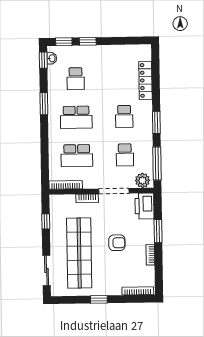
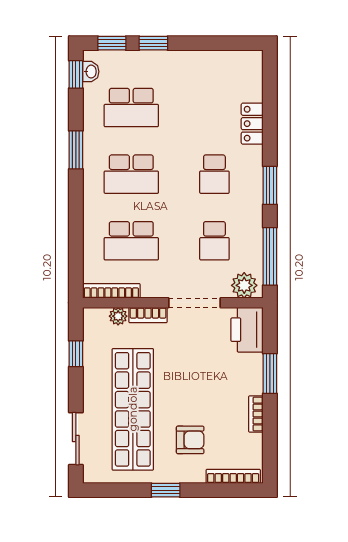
school desk: (76, 79) -> (131, 108), width x1.85
locker: (145, 80) -> (252, 124), width x0.66
plant: (70, 199) -> (118, 316), added
armchair: (117, 243) -> (190, 440), moved

